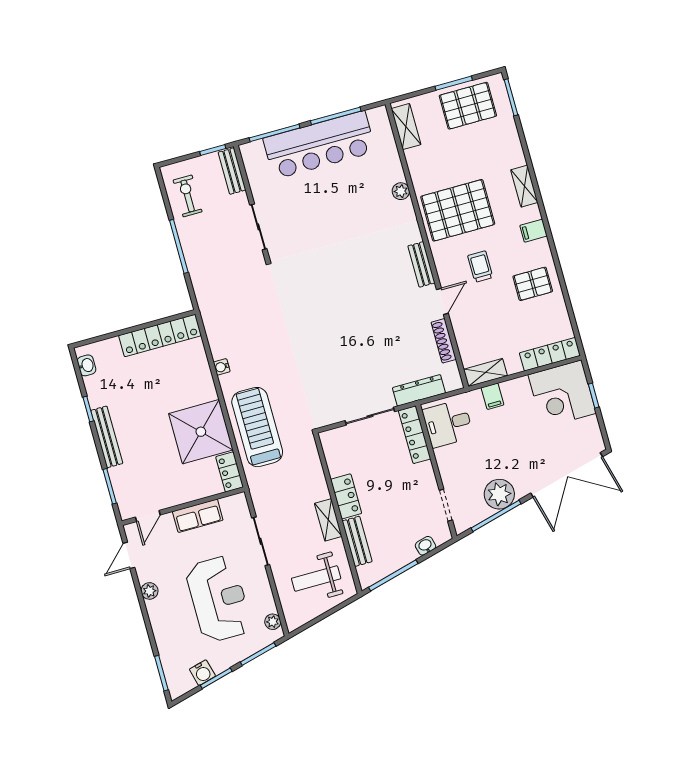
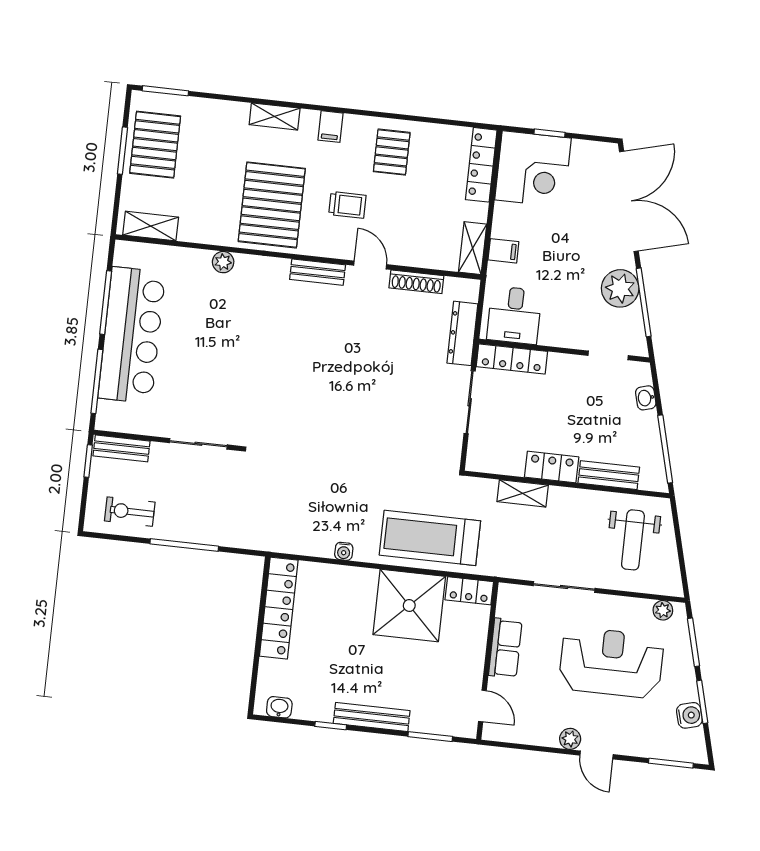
trolley: (480, 267) -> (347, 205), turned 180
shelving: (328, 520) -> (523, 493), moved
door: (129, 555) -> (597, 755), moved

